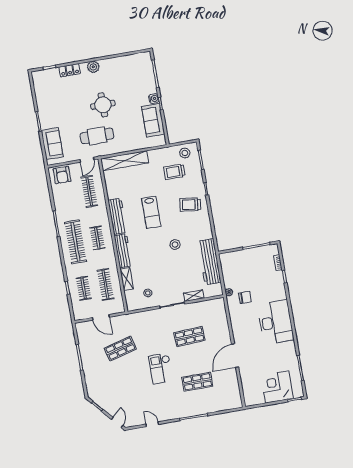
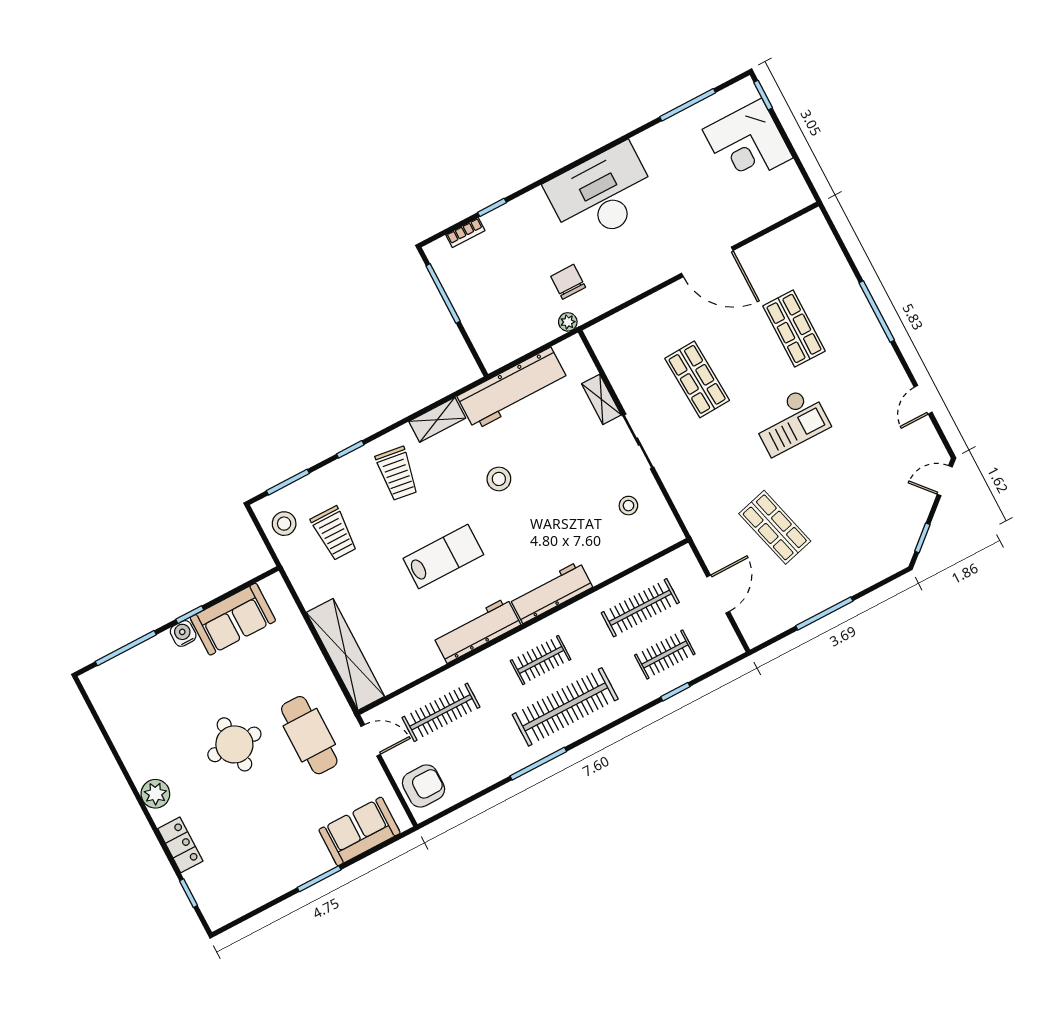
shelving: (127, 279) -> (437, 420), moved

